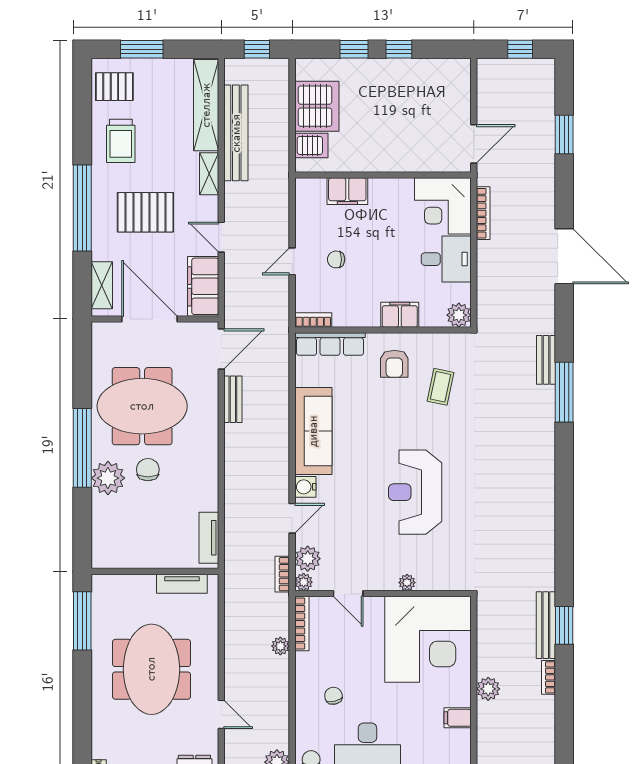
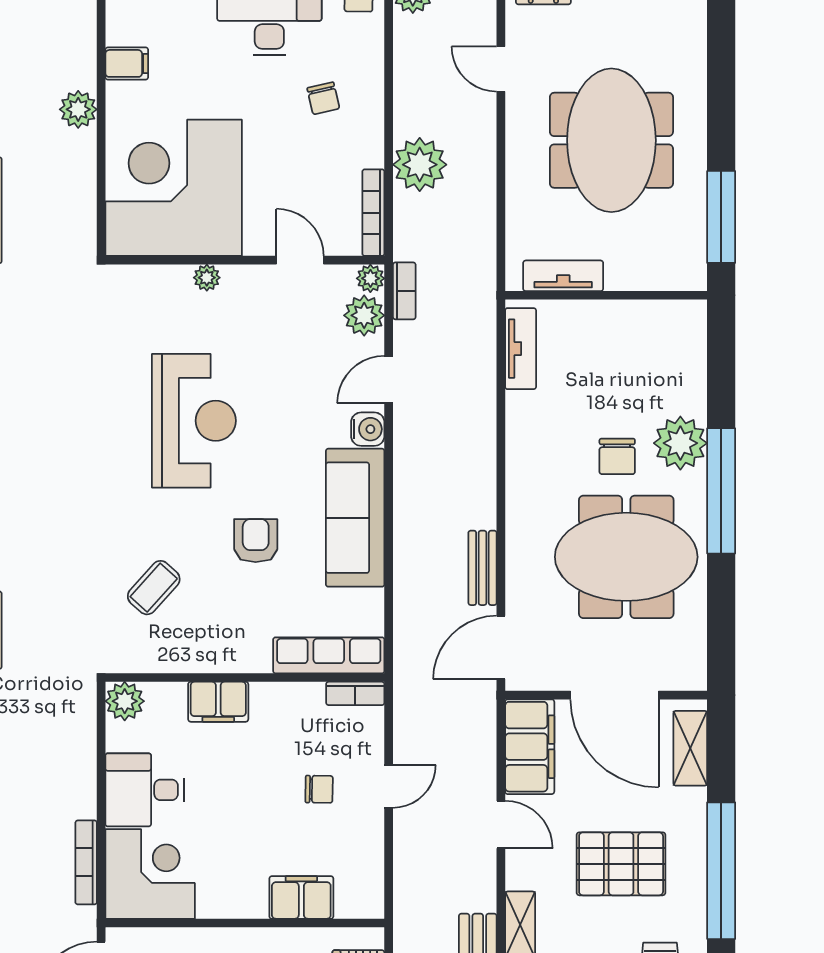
armchair: (394, 364) -> (256, 541), moved
coffee table: (441, 387) -> (154, 588), turned 30
plant: (280, 646) -> (420, 165), width x1.88, depth x1.88

